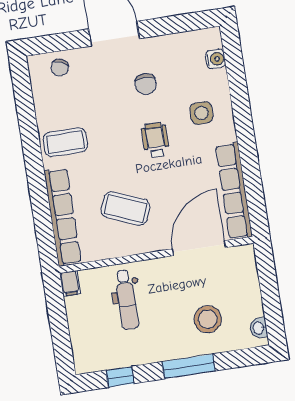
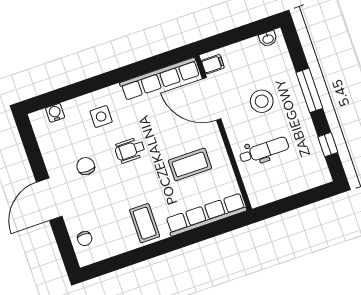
chair: (60, 68) -> (85, 239), turned 64
chair: (146, 84) -> (86, 166), turned -90
coffee table: (126, 208) -> (190, 164), turned 68
filing cabinet: (70, 283) -> (213, 64), moved
stool: (208, 319) -> (262, 101), moved

